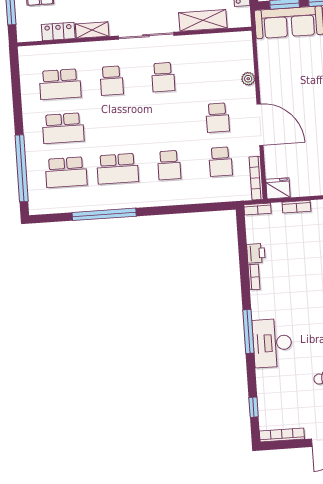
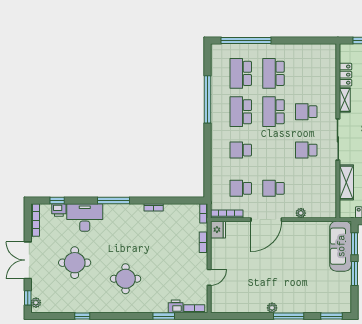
school desk: (60, 84) -> (274, 112), moved
printer: (256, 253) -> (59, 210), moved
desk: (272, 343) -> (85, 218), moved

